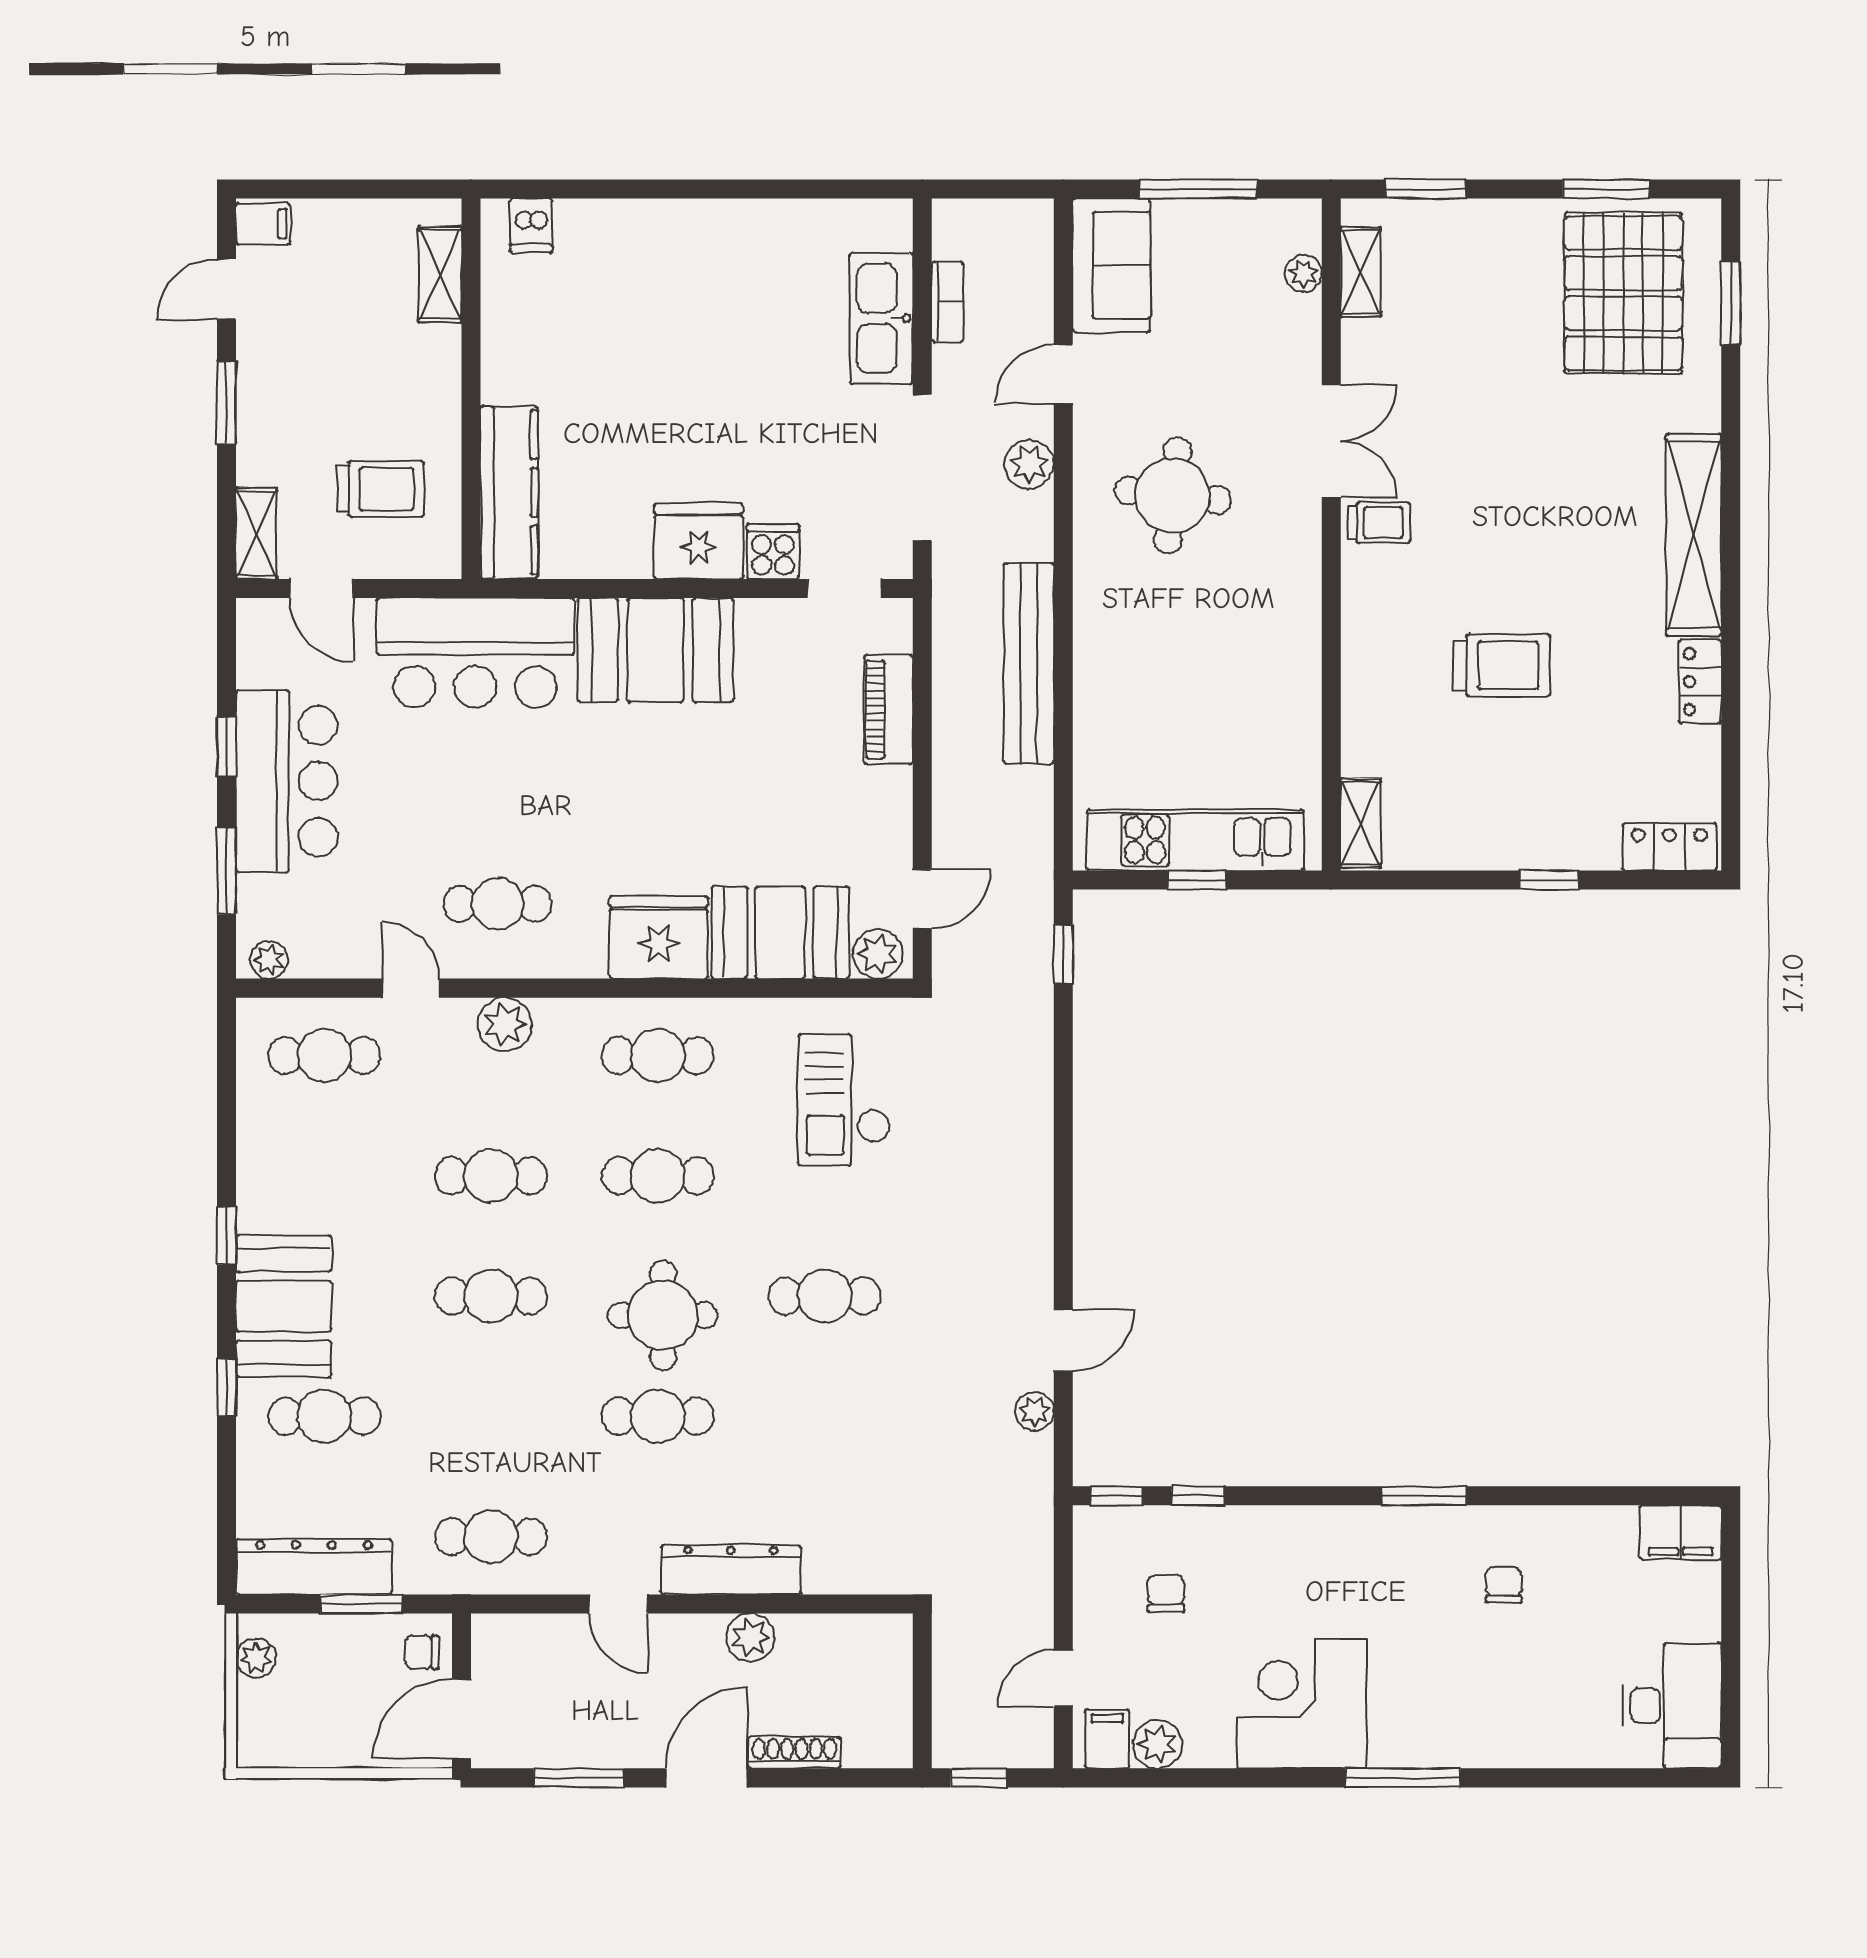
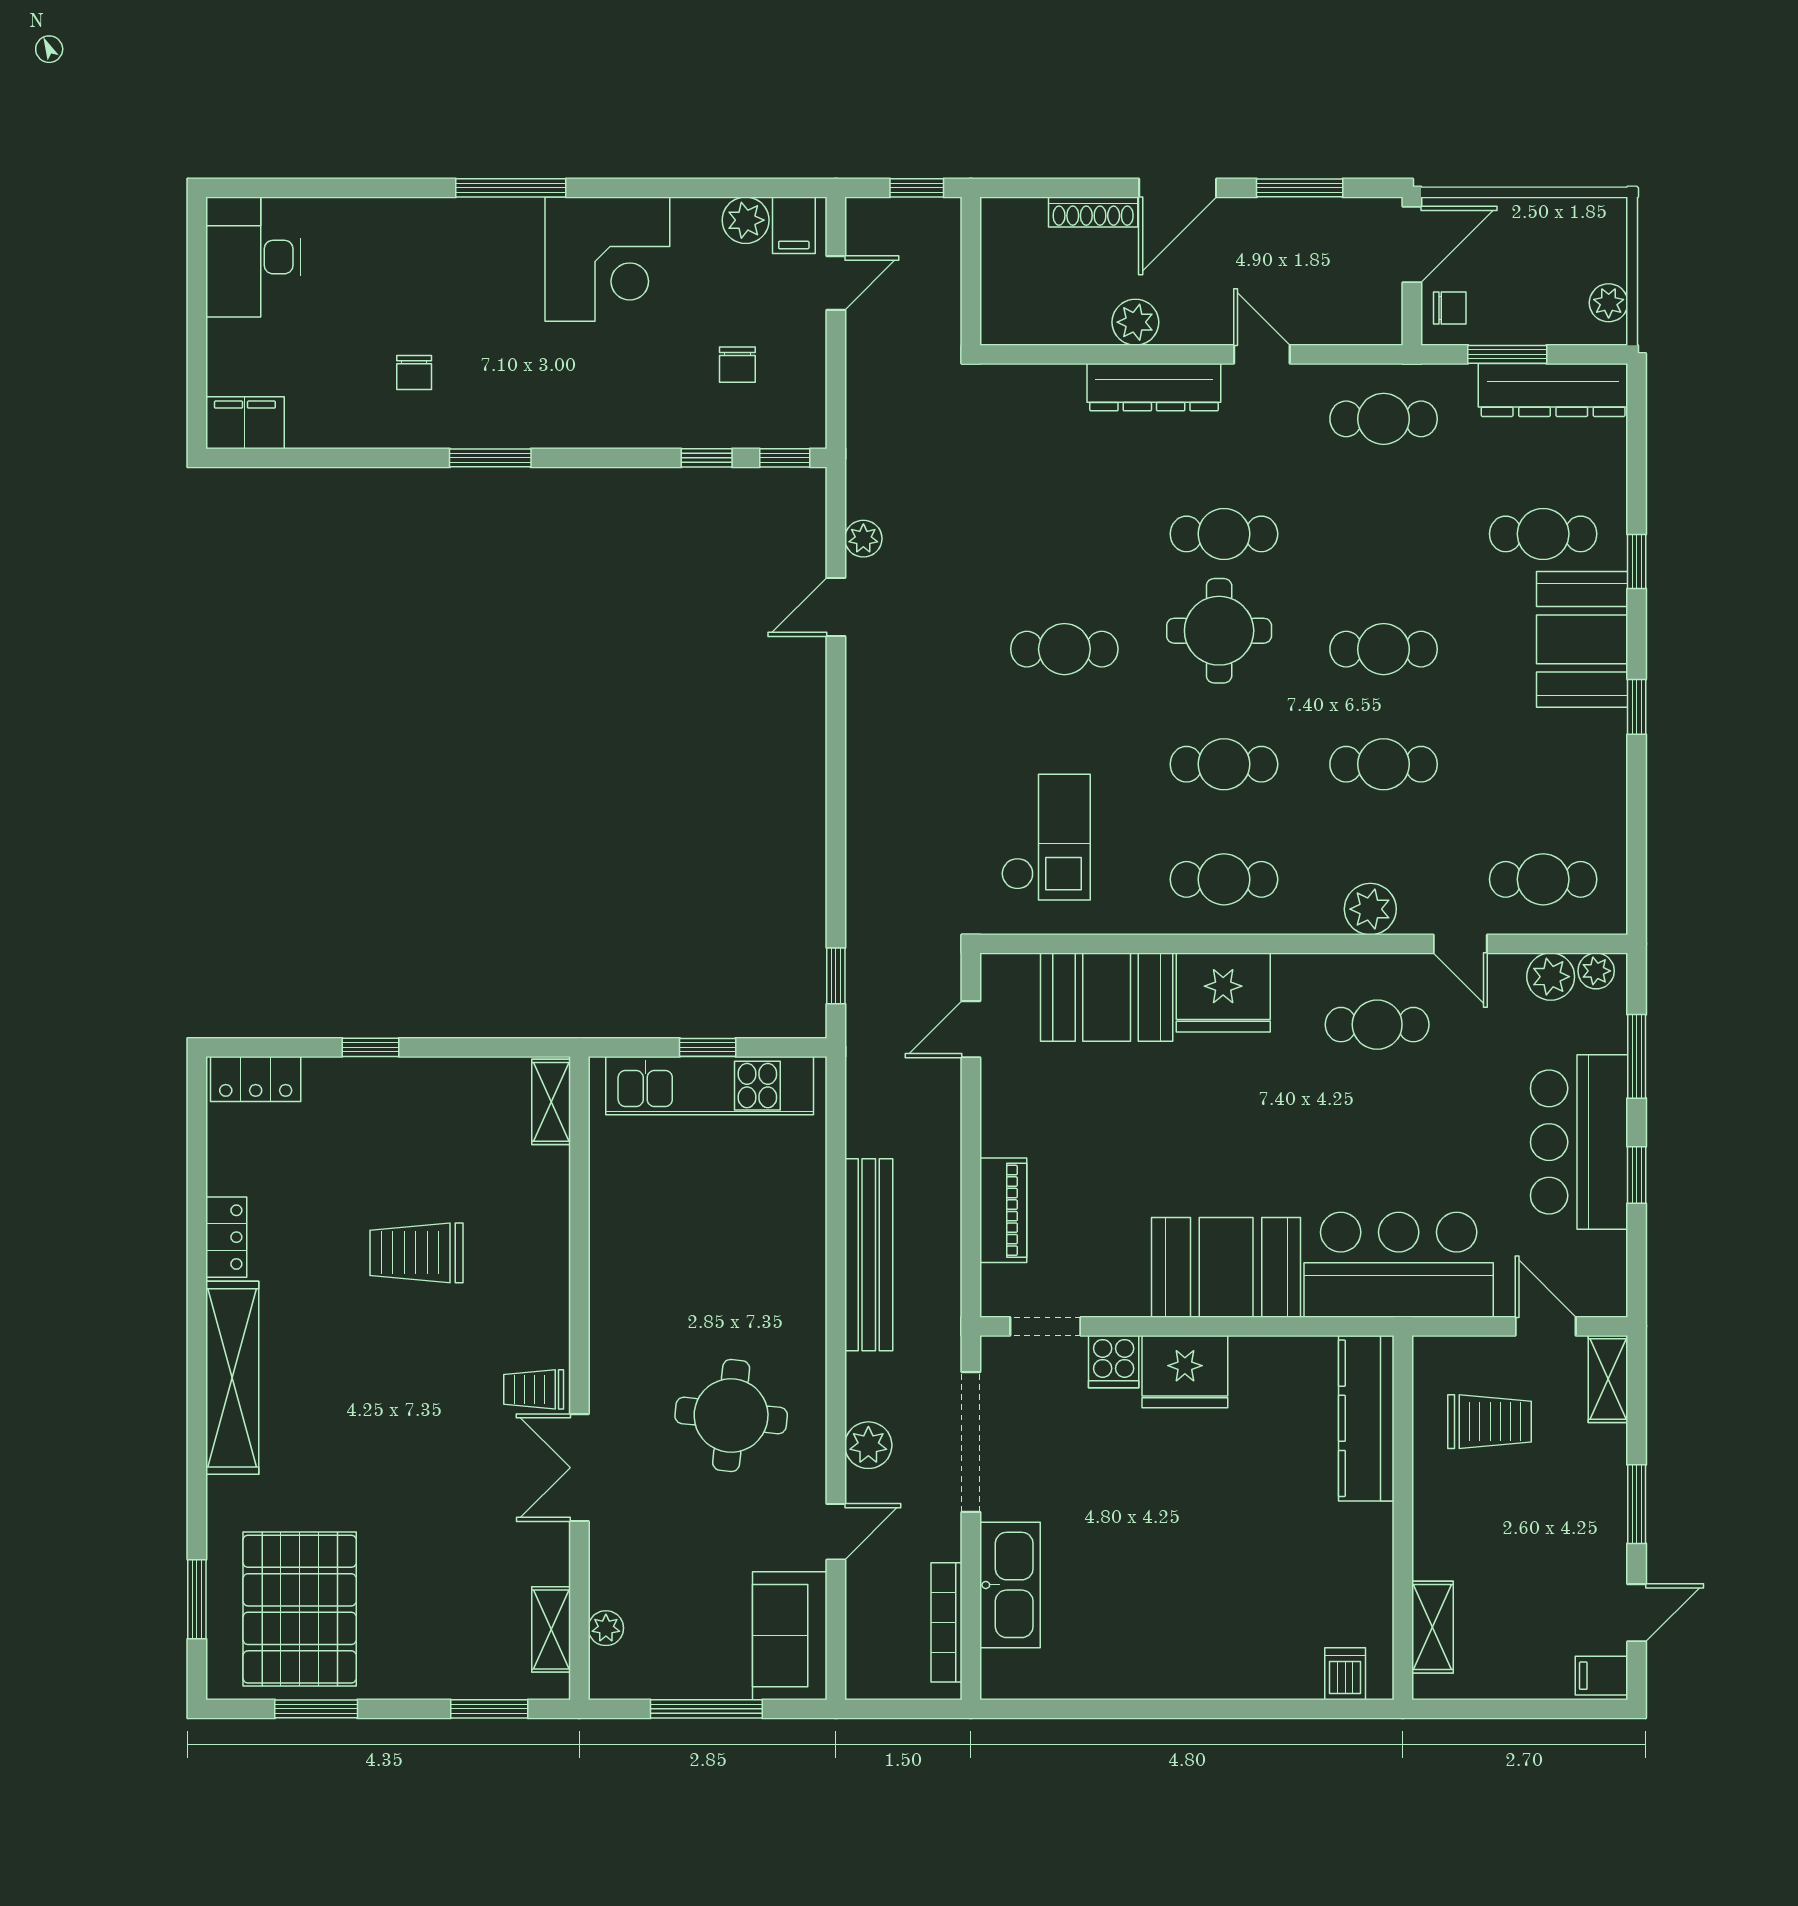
bookcase: (948, 302) -> (946, 1622), width x1.56
trolley: (380, 489) -> (1489, 1422), turned 180
plant: (878, 954) -> (1551, 977), moved

